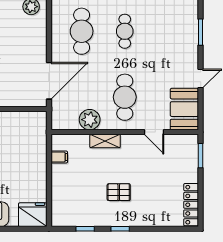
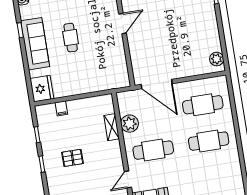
cafe table: (125, 31) -> (209, 141), width x1.37, depth x1.35
shelving: (105, 141) -> (112, 127), moved
filing cabinet: (59, 157) -> (61, 108), moved
pallet: (119, 192) -> (73, 158), turned 90

